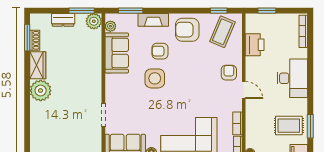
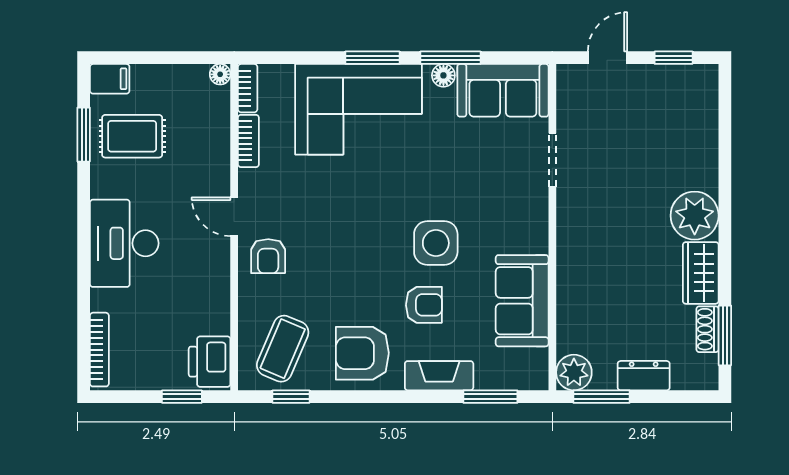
plant: (110, 26) -> (536, 361), removed
armchair: (187, 30) -> (362, 353), turned 180
printer: (255, 45) -> (210, 362), moved

